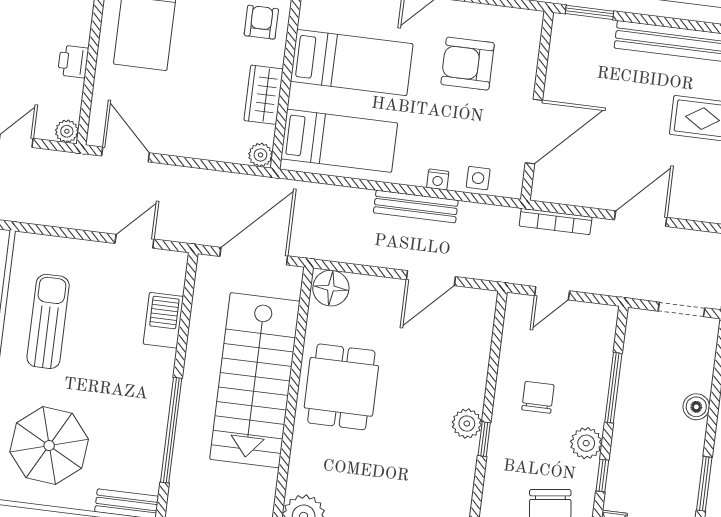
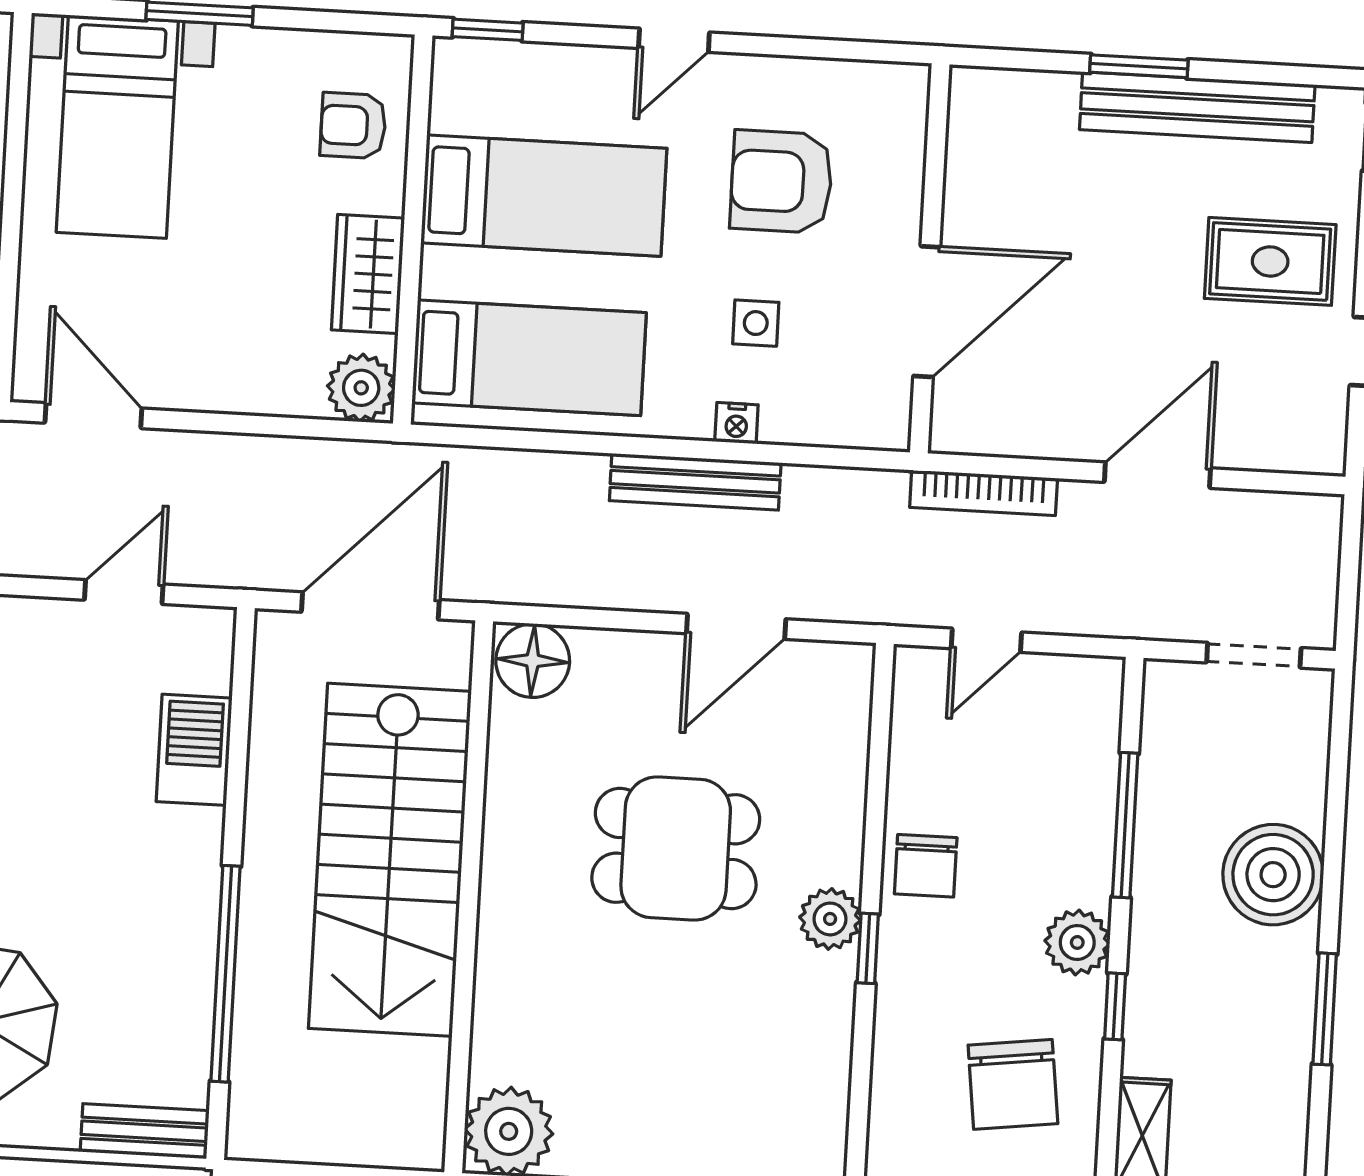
window: (590, 12) -> (1139, 66), moved
armchair: (261, 22) -> (353, 126), turned -90
plant: (260, 155) -> (361, 388), width x1.38, depth x1.38
side table: (478, 178) -> (756, 323), moved
dining table: (341, 387) -> (676, 849), moved, turned 90
chair: (538, 397) -> (926, 866), moved, turned 180
boiler: (696, 407) -> (1273, 875), width x1.86, depth x1.86

